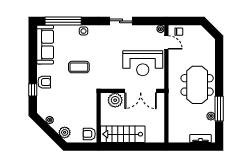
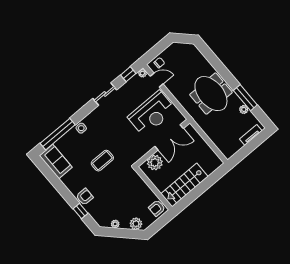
window: (150, 21) -> (128, 74), added
sofa: (45, 45) -> (56, 161), width x0.73

